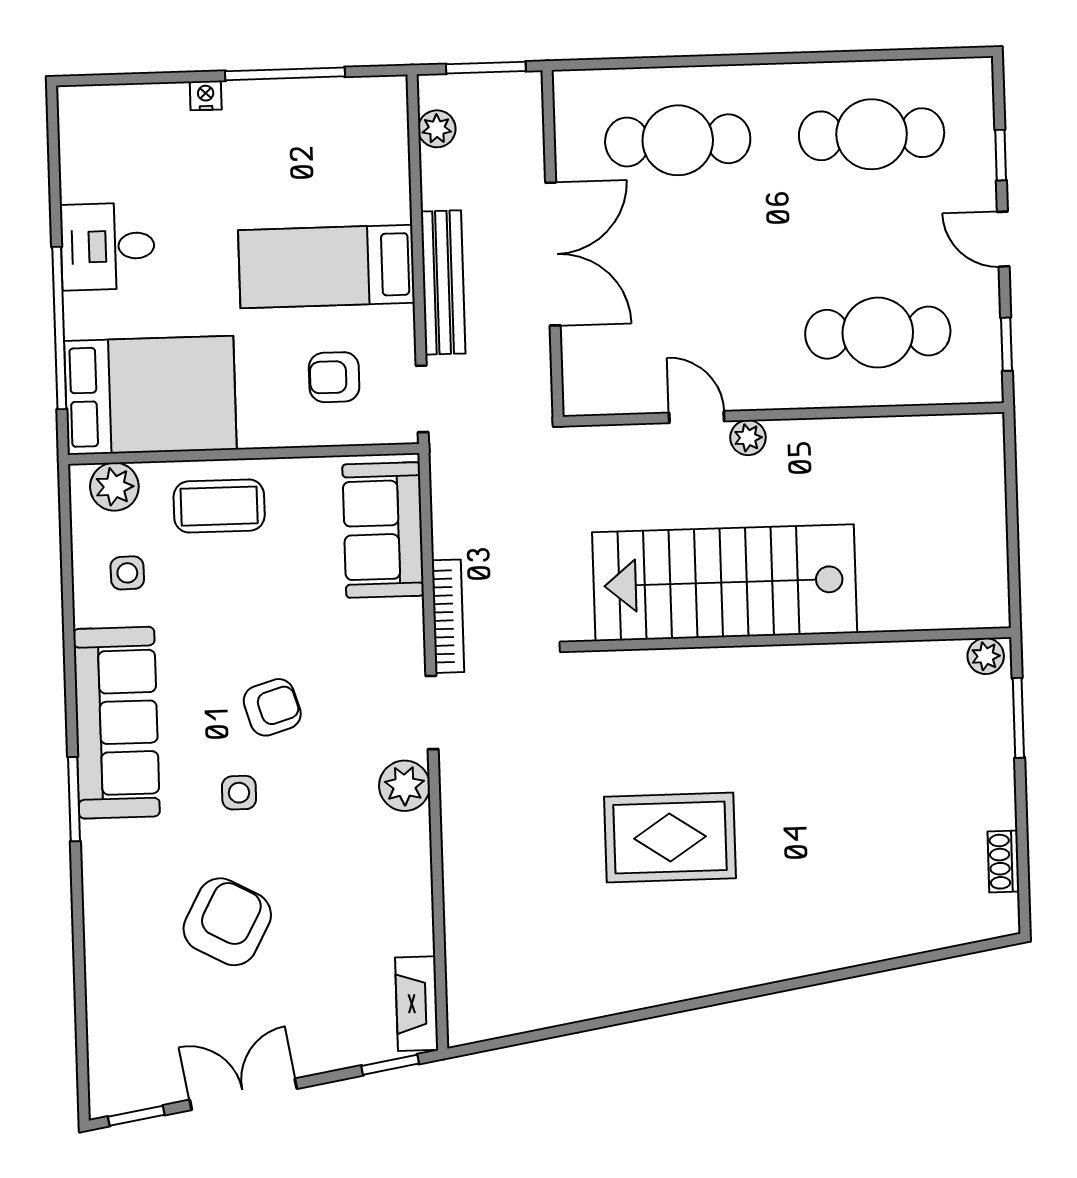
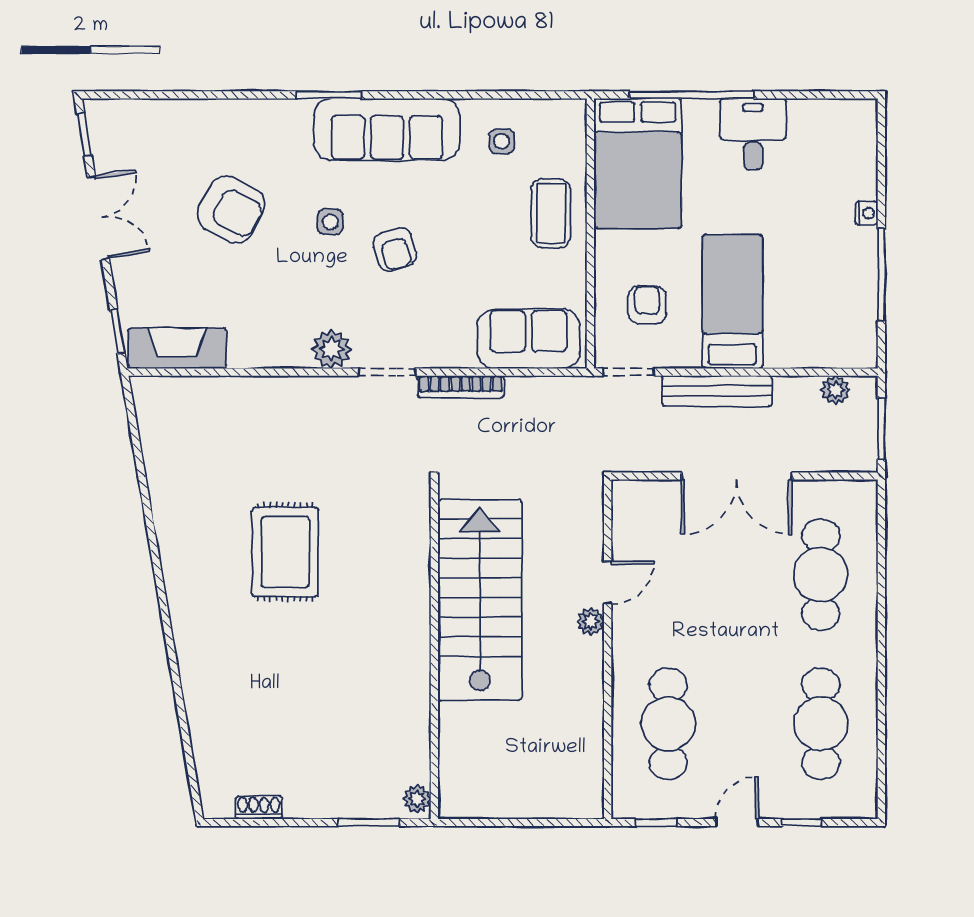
plant: (114, 487) -> (568, 133), removed
fireplace: (417, 1004) -> (177, 348), width x1.37, depth x1.32

